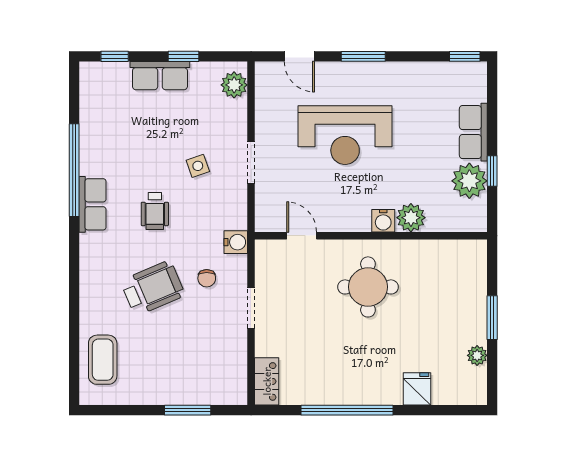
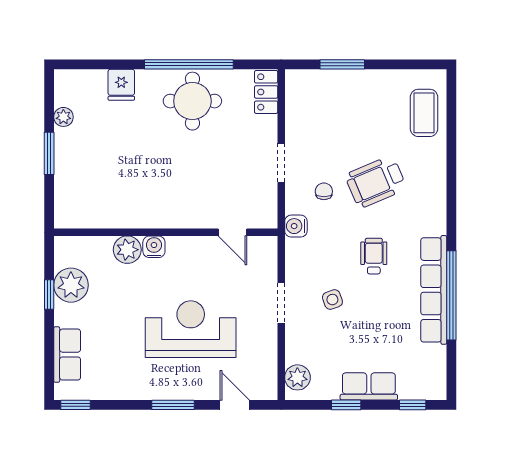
row of seats: (473, 132) -> (67, 355), moved
row of seats: (93, 204) -> (434, 290), width x2.02
round table: (368, 287) -> (192, 101), moved

